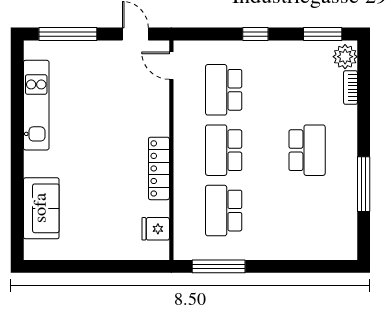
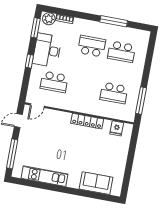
desk: (283, 65) -> (47, 50), added
school desk: (224, 150) -> (122, 52), moved

